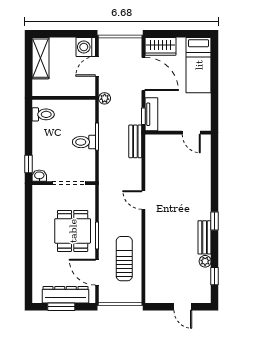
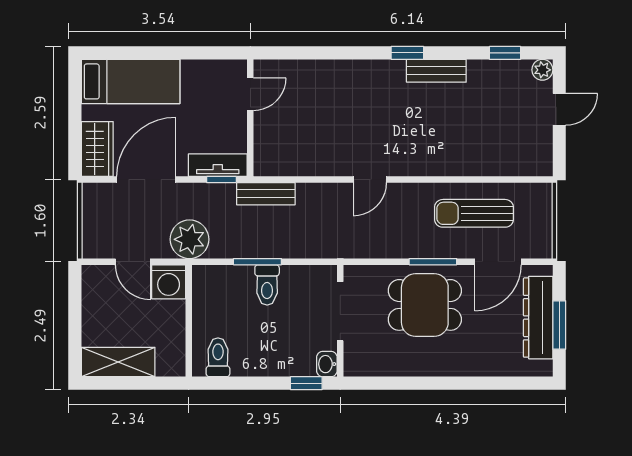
washing machine: (86, 47) -> (169, 282), moved
plant: (105, 98) -> (190, 239), width x1.87, depth x1.87
plant: (205, 261) -> (542, 70), moved

